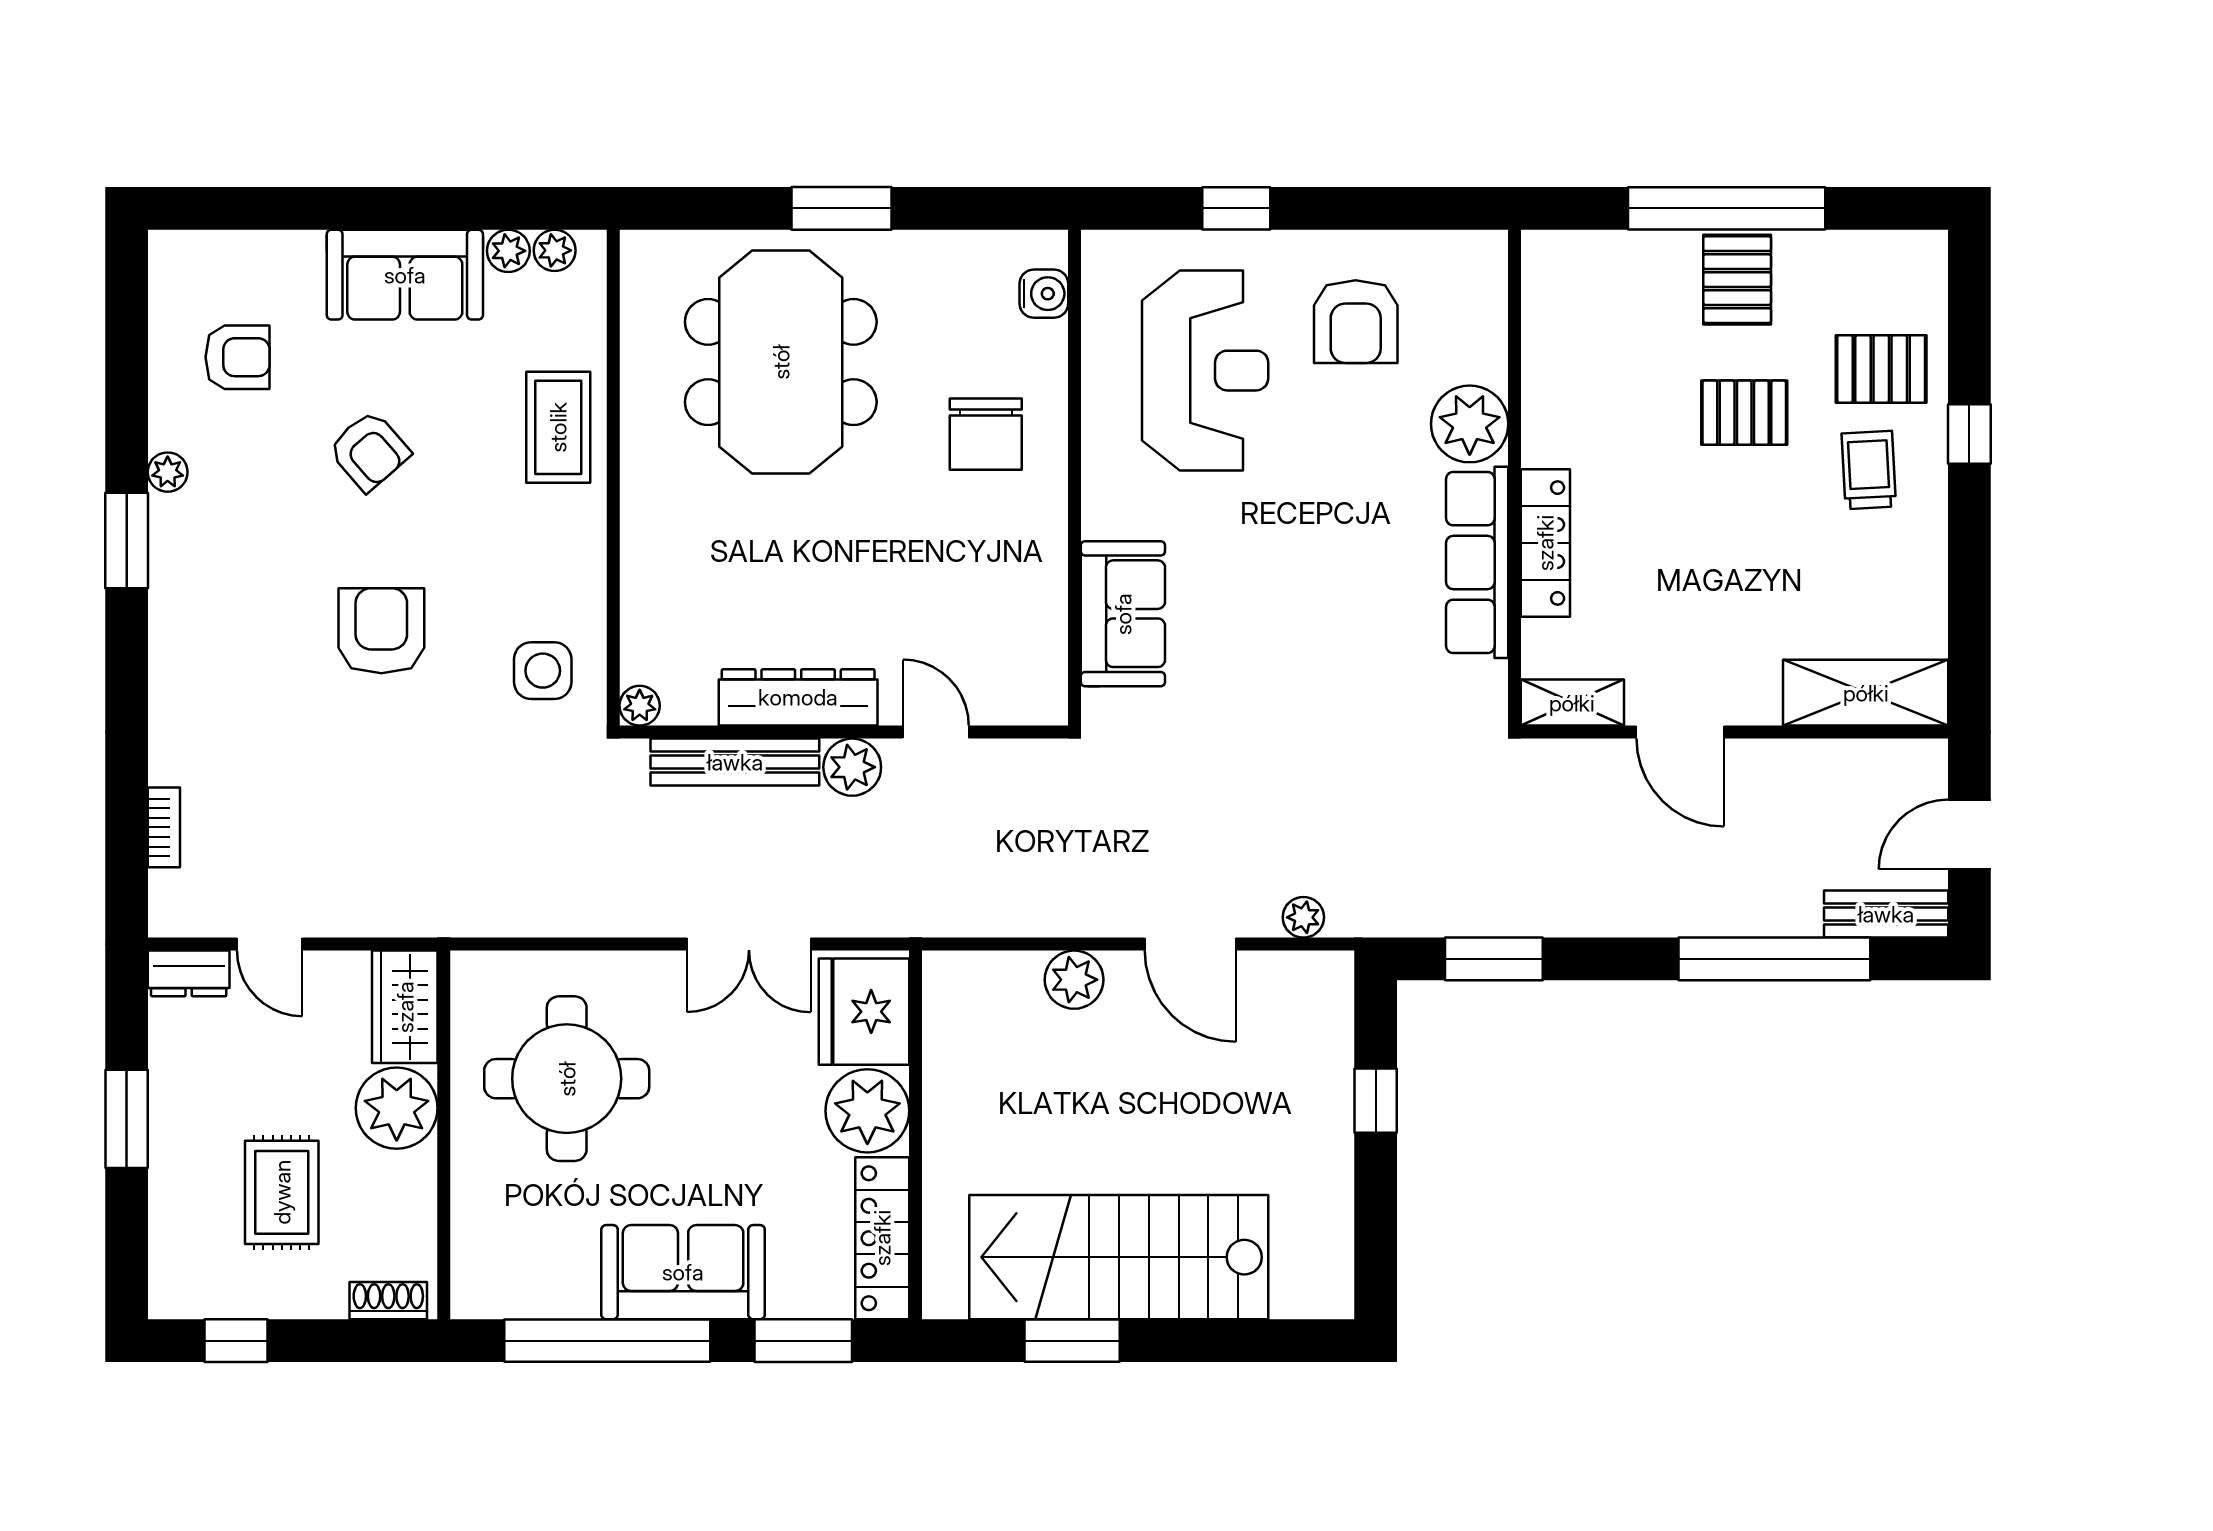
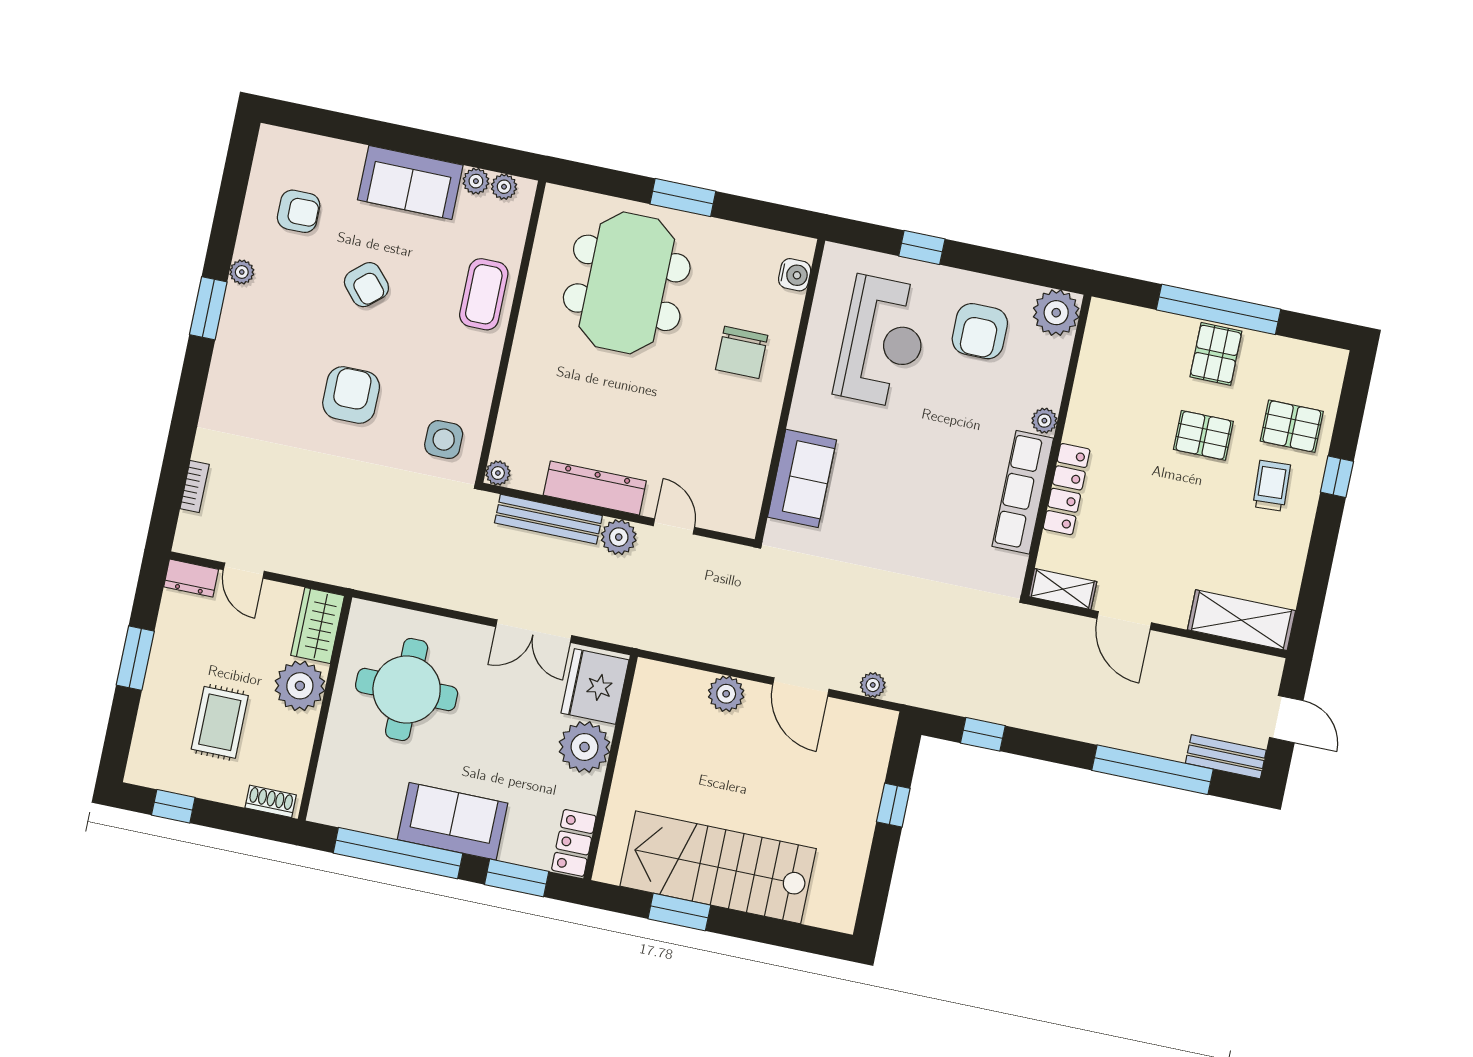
plant: (1471, 267) -> (1056, 313), added
plant: (1470, 424) -> (1044, 421), width x0.53, depth x0.53
door: (1969, 835) -> (1286, 719), swing flipped
window: (1494, 959) -> (983, 734), width x0.67
locker: (882, 1238) -> (574, 843), width x0.66

